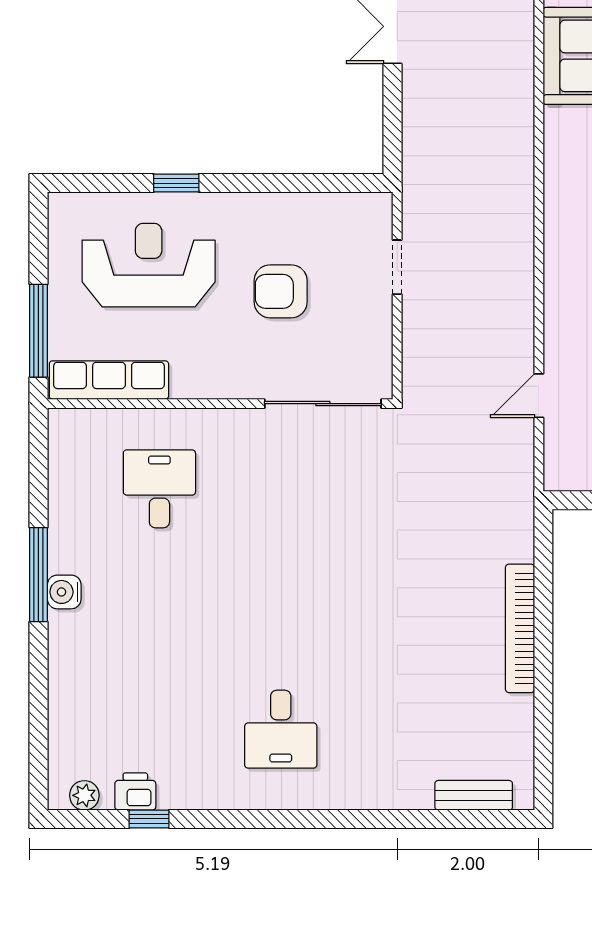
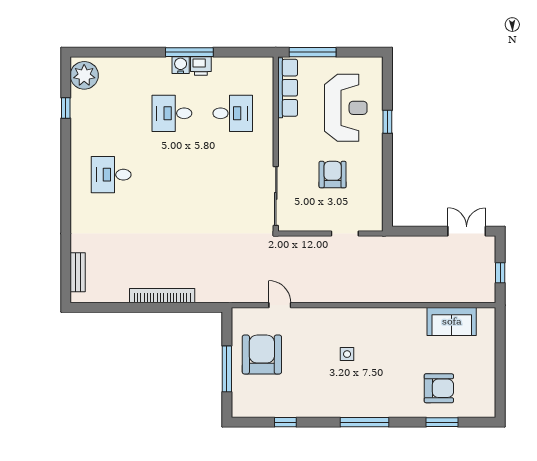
desk: (159, 609) -> (172, 113), added
printer: (135, 792) -> (201, 66), moved, turned 90
plant: (84, 795) -> (84, 75), width x1.87, depth x1.87

